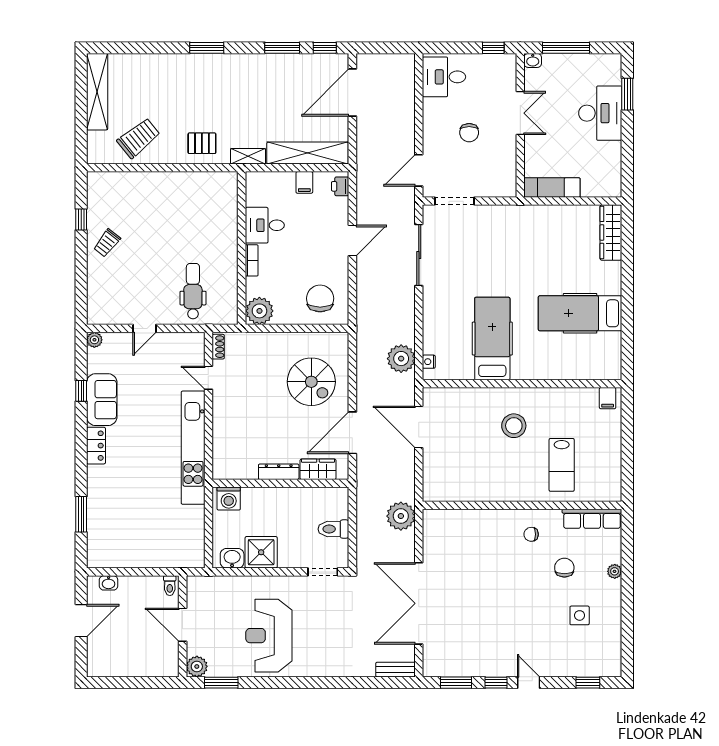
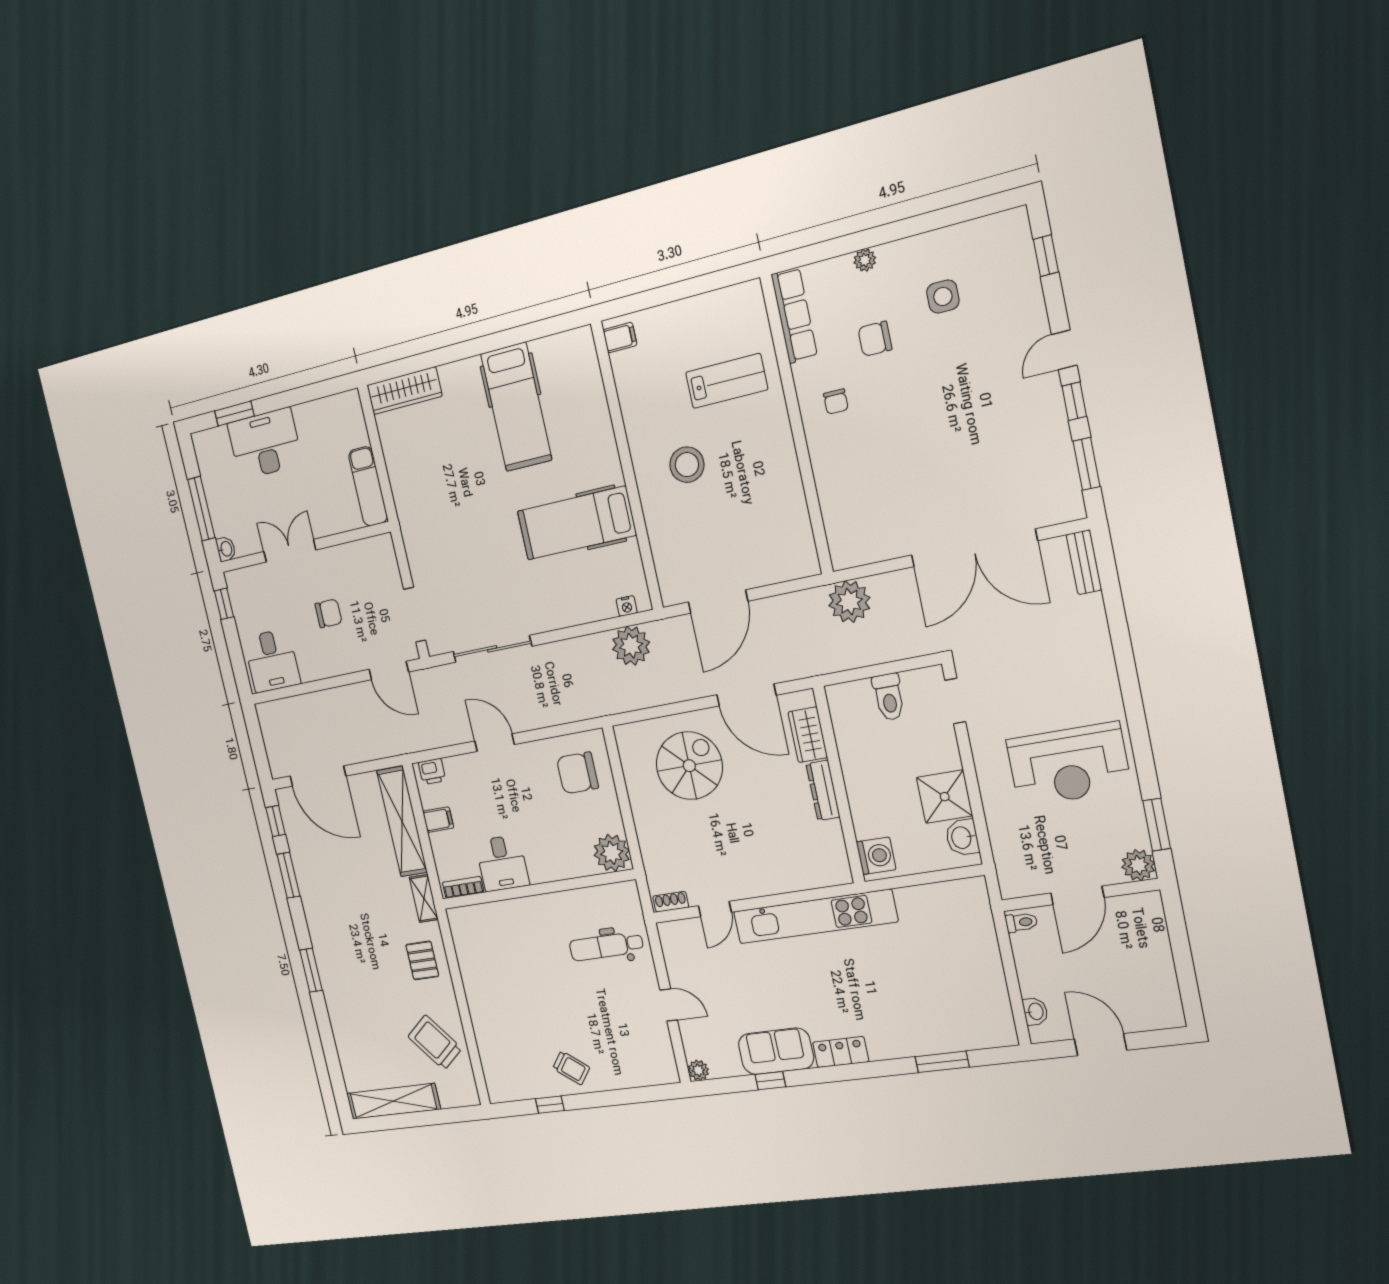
bookcase: (252, 260) -> (463, 887), moved

